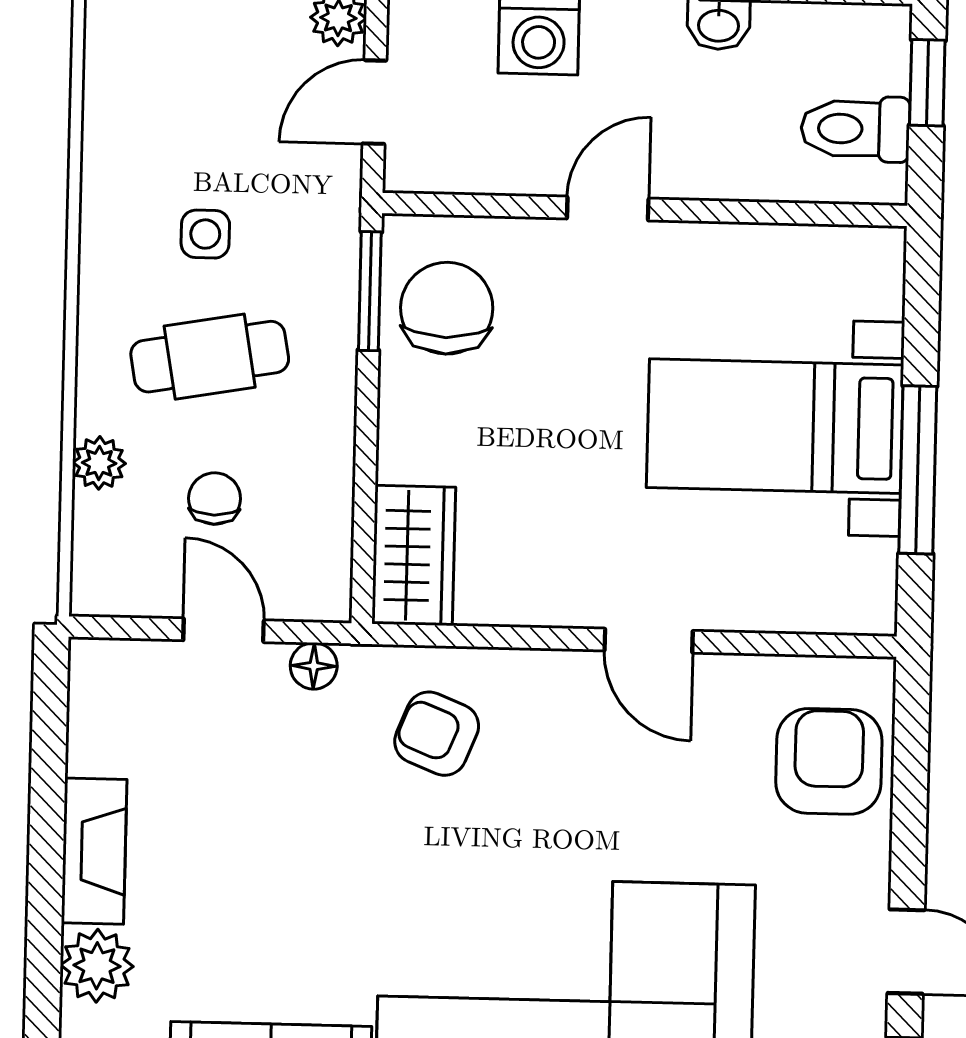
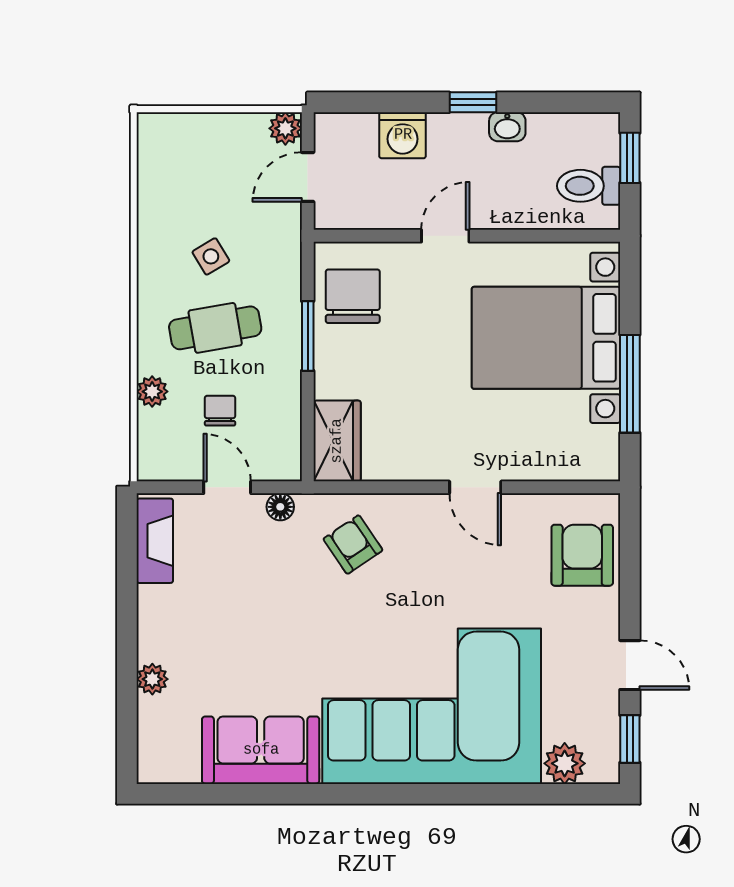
side table: (205, 234) -> (211, 256), turned -31
window: (370, 291) -> (308, 336), moved
bed with nightstands: (775, 426) -> (546, 338), width x1.36
armchair: (437, 734) -> (353, 545), turned 34
fireplace: (94, 851) -> (155, 541), moved
plant: (97, 966) -> (152, 679), width x0.73, depth x0.73

